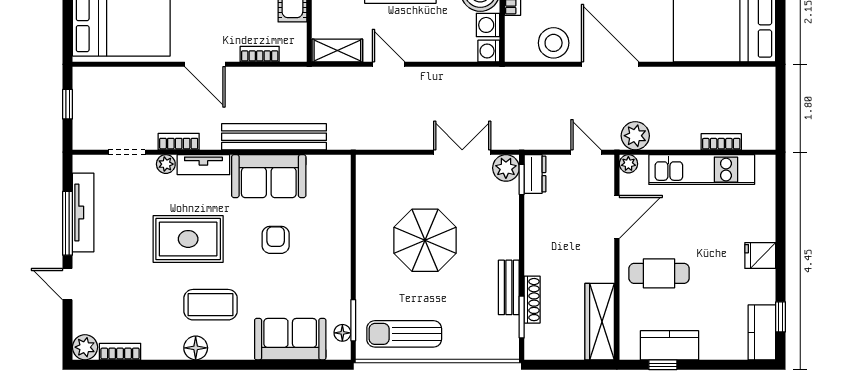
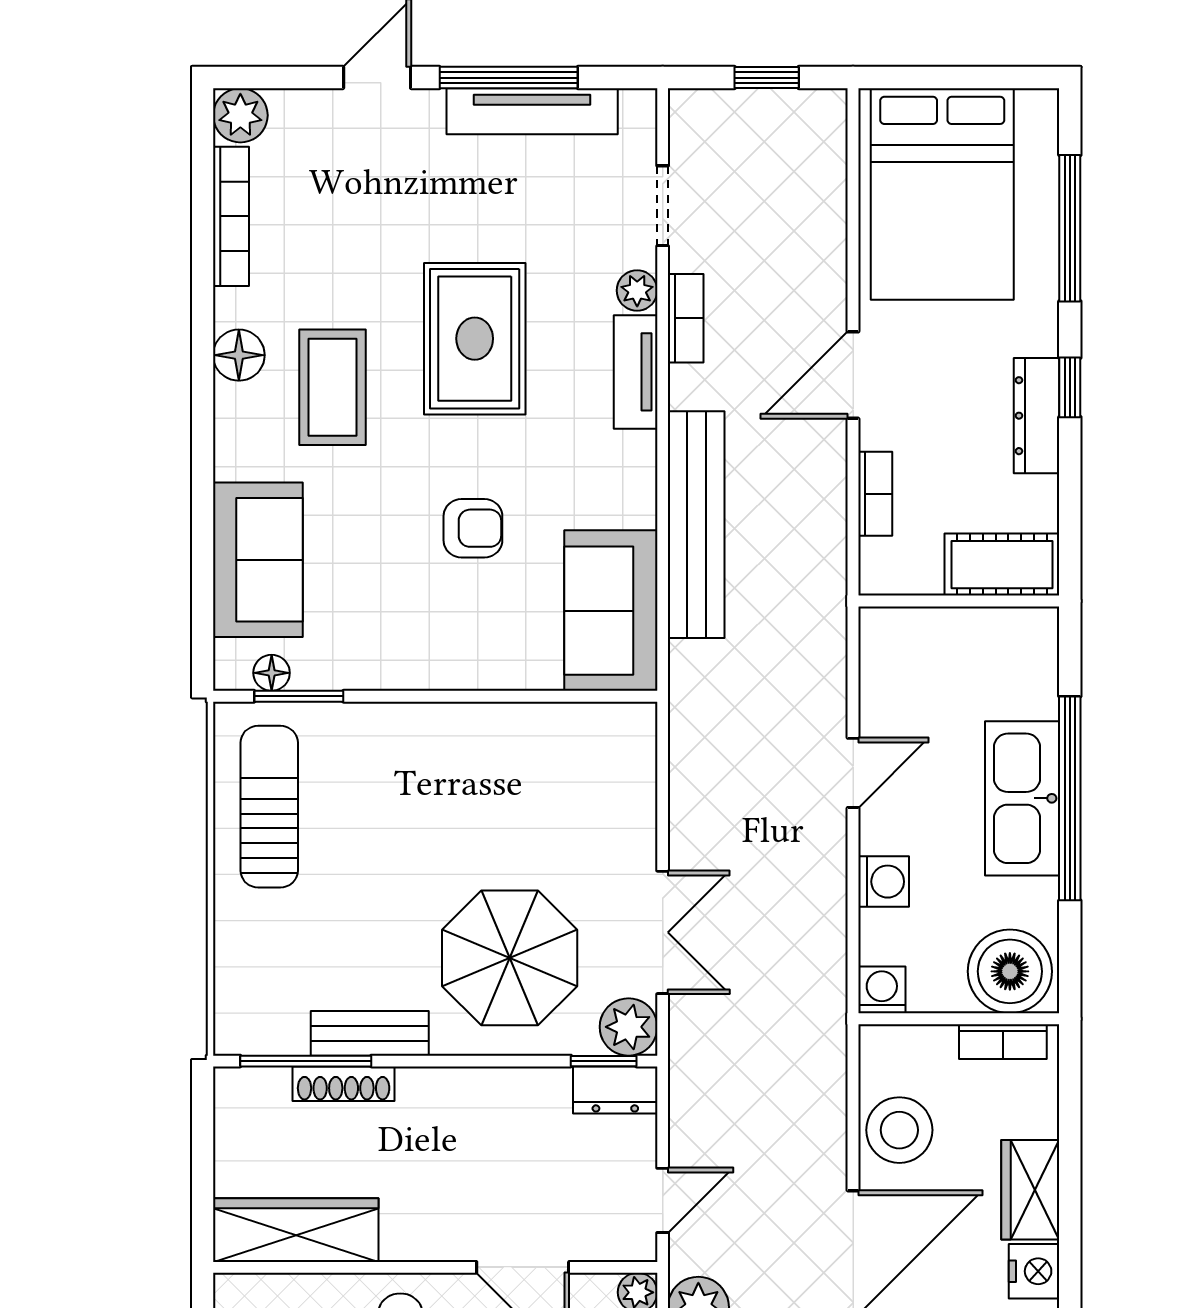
washing machine: (488, 25) -> (884, 882), moved, turned 90
shelving: (337, 50) -> (883, 662), removed
sofa: (269, 176) -> (611, 611), moved
parasol: (425, 240) -> (510, 958), moved
window: (522, 317) -> (306, 1061), width x1.44
bookcase: (120, 352) -> (231, 216), width x1.56

